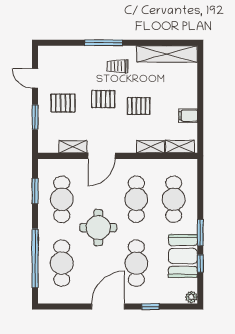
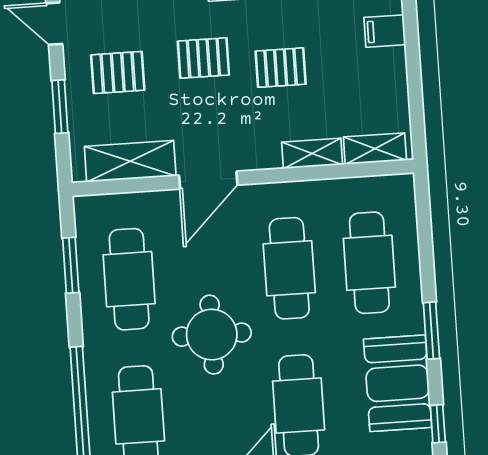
filing cabinet: (188, 116) -> (385, 31), moved
shelving: (73, 147) -> (130, 161), width x1.50, depth x1.33
window: (200, 264) -> (438, 424), moved

